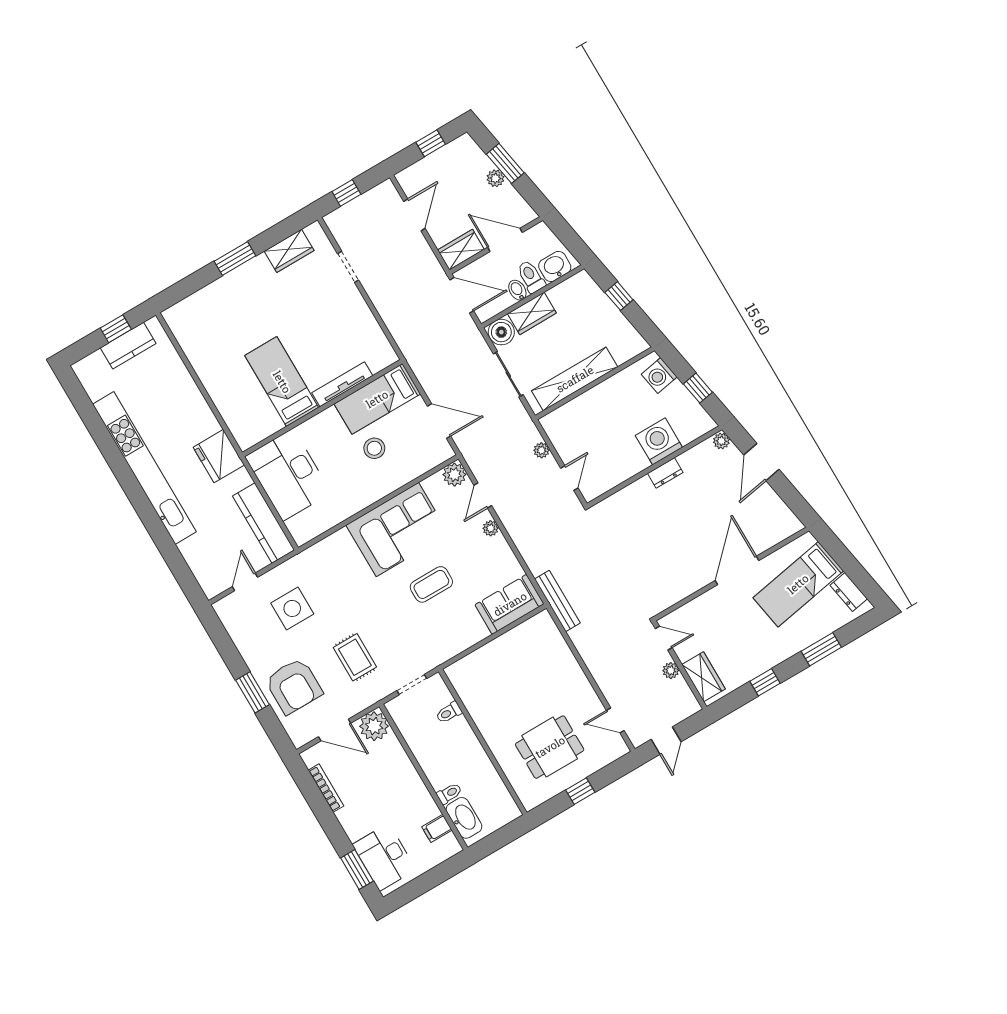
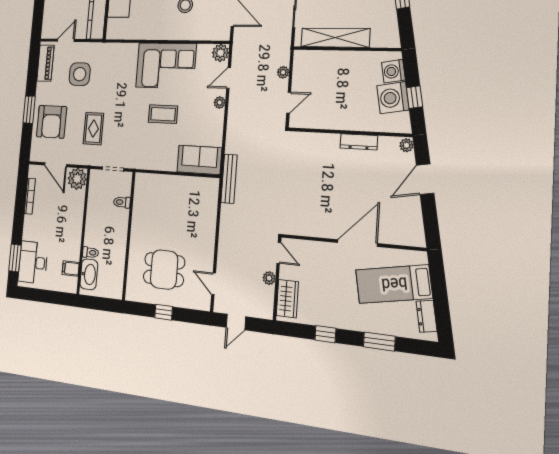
washing machine: (659, 441) -> (393, 98), moved, turned -100
dresser: (665, 473) -> (359, 142), width x1.44
piano: (236, 625) -> (45, 63), added

